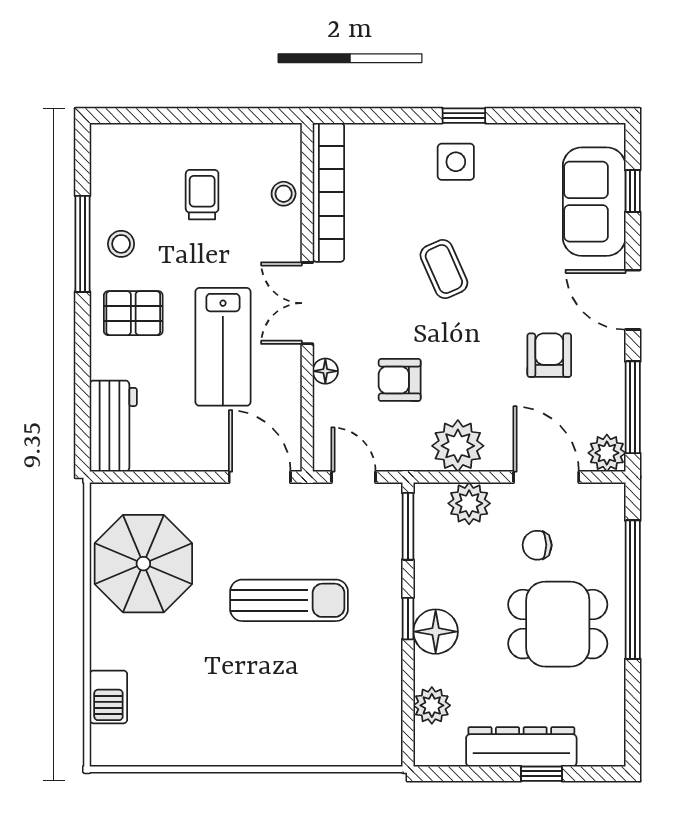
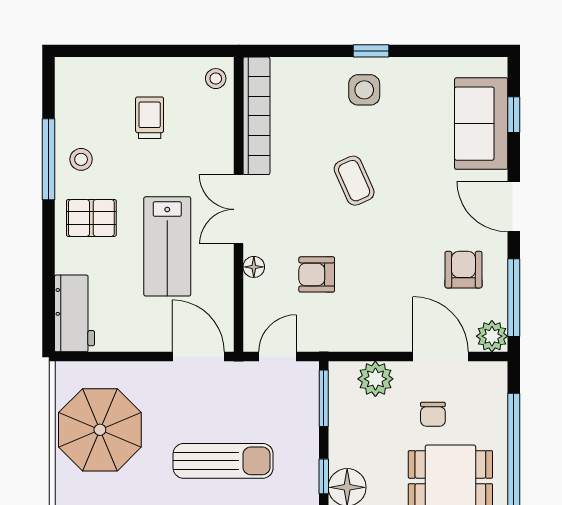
stool: (284, 194) -> (216, 79), moved
armchair: (549, 355) -> (463, 270), moved
plant: (458, 446) -> (366, 330), removed
door: (353, 477) -> (278, 357), hinge flipped
chair: (537, 545) -> (433, 414), turned -90

